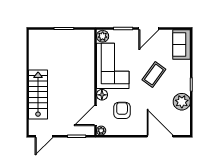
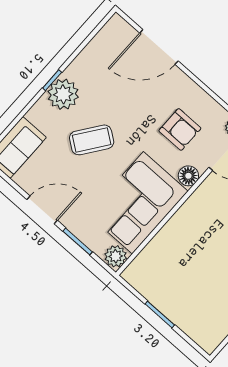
plant: (182, 102) -> (63, 94), moved
armchair: (122, 110) -> (180, 129), turned -90
door: (160, 136) -> (159, 47), hinge flipped

